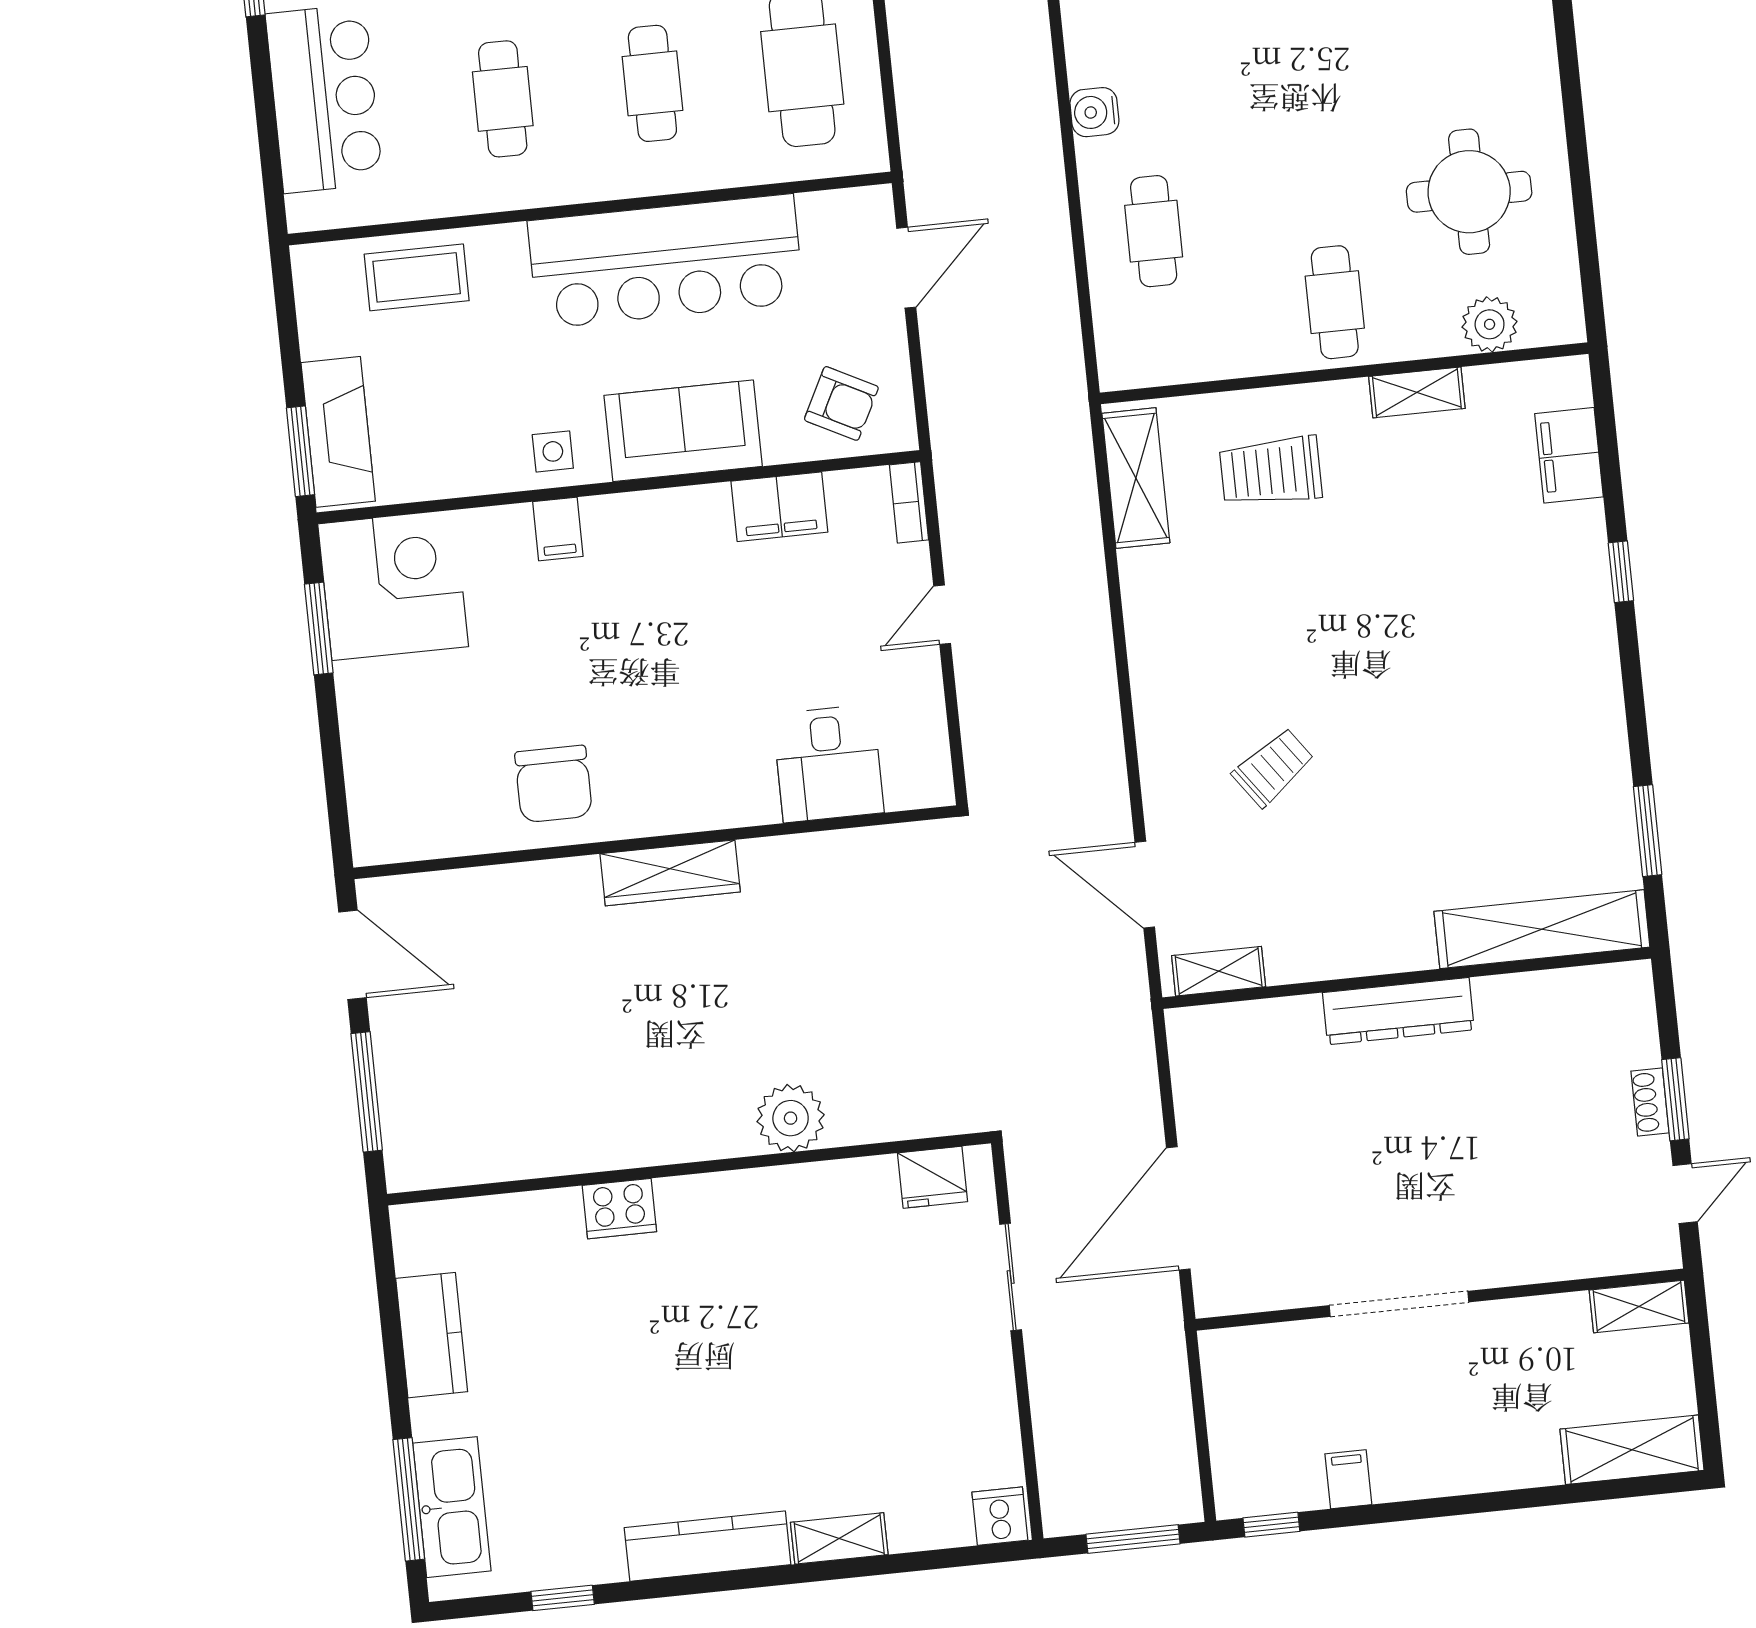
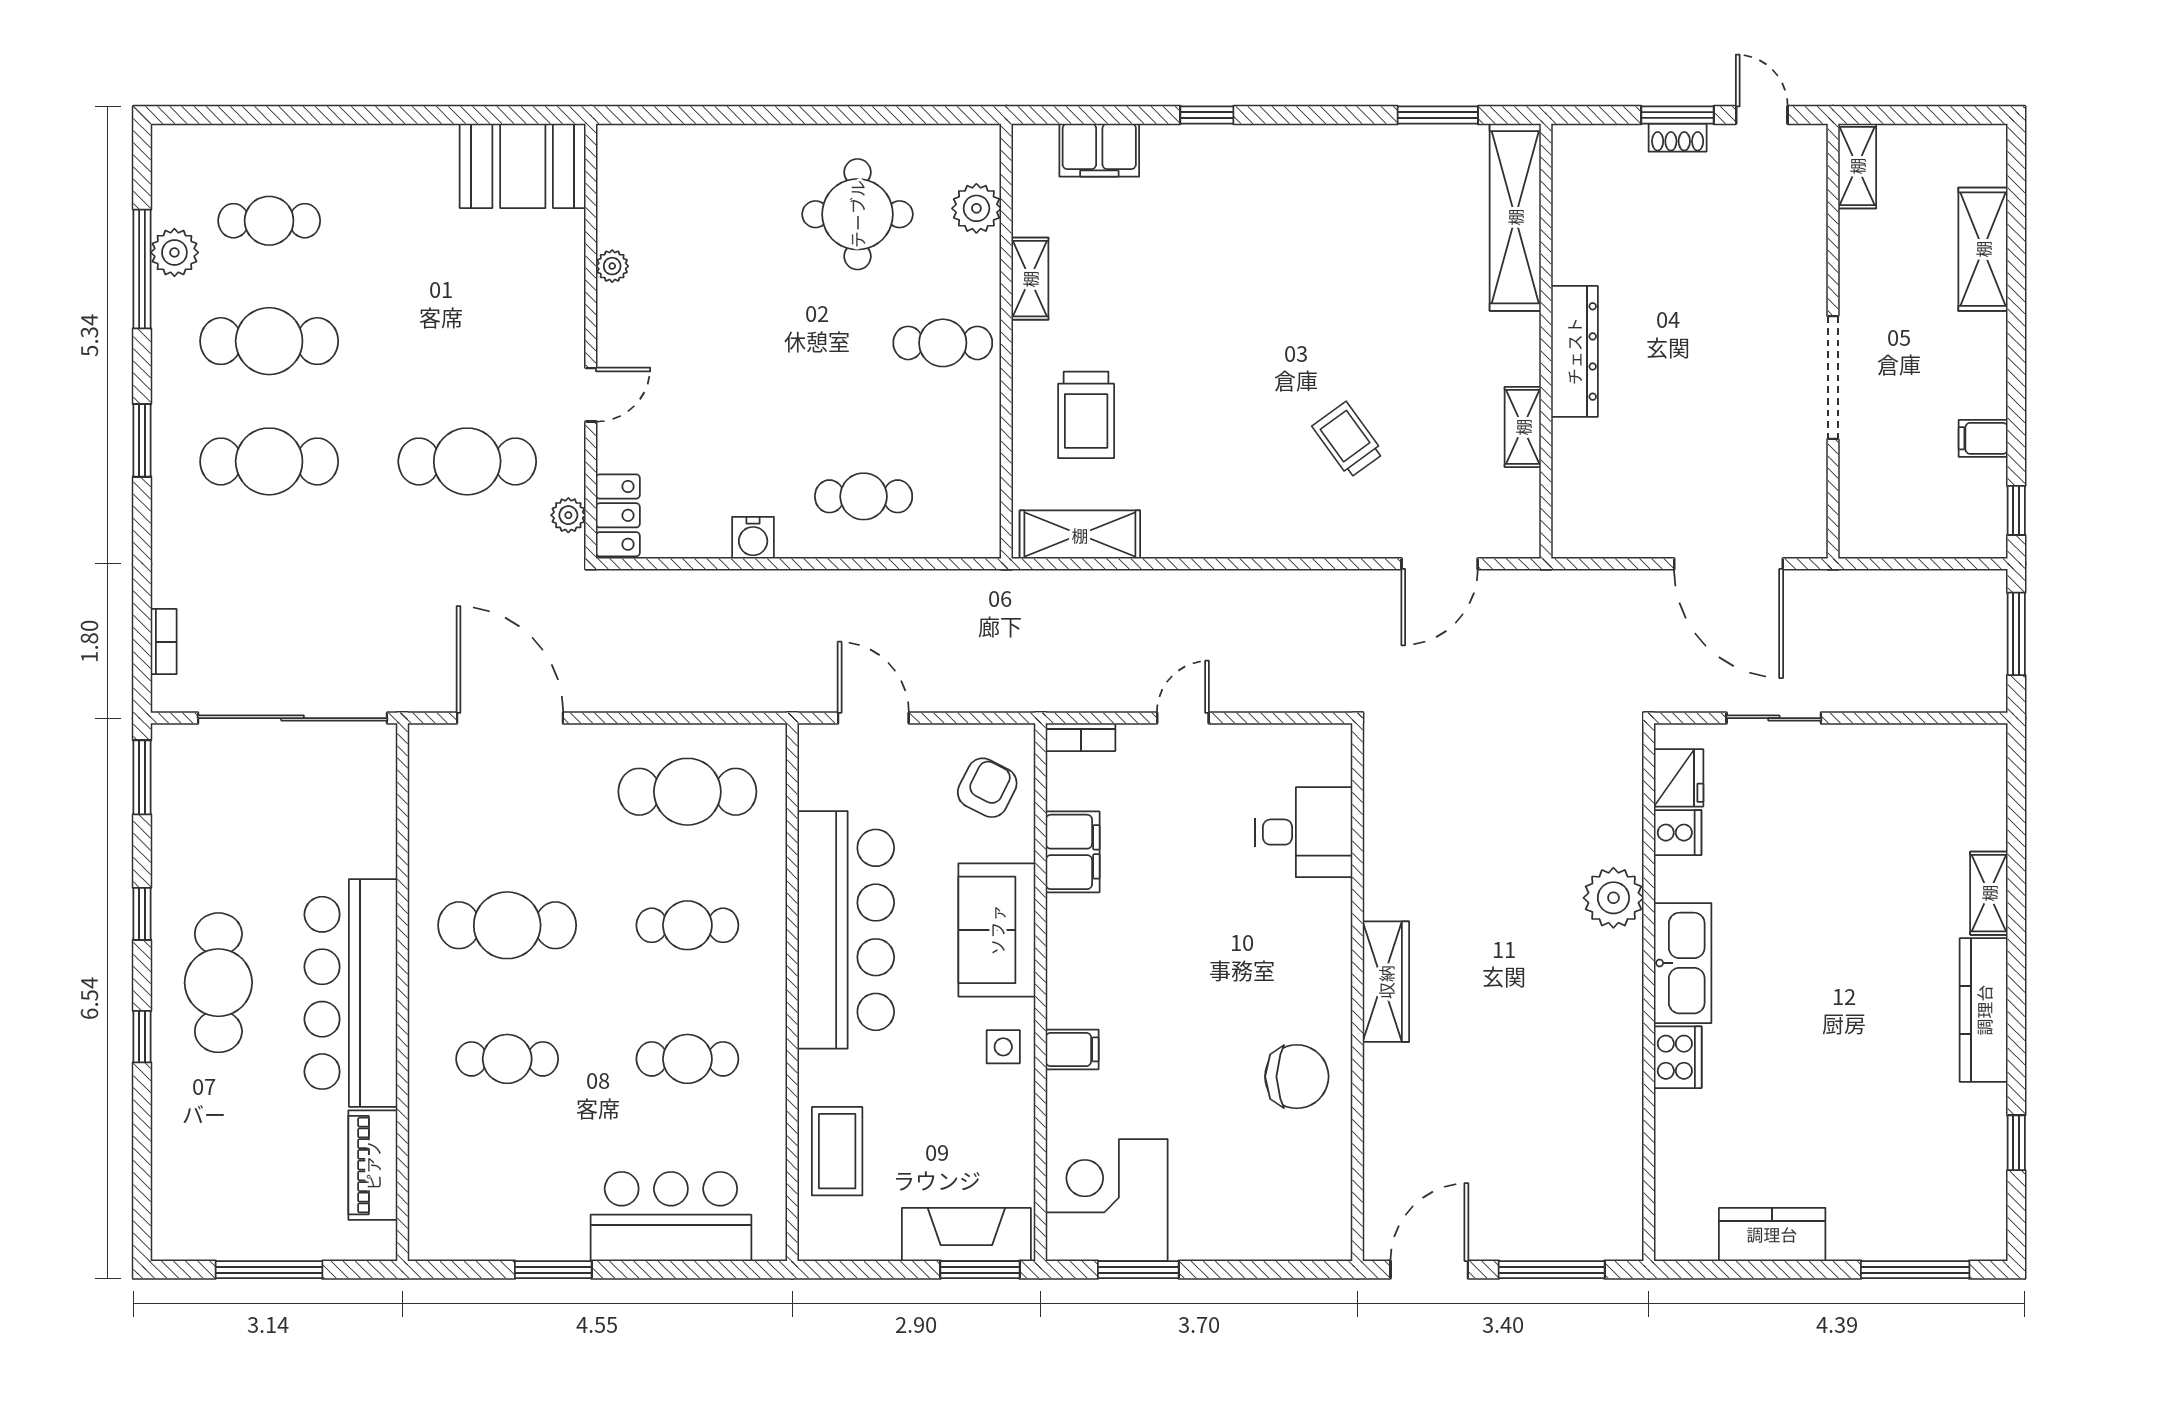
door: (942, 615) -> (1183, 718), swing flipped
shelving: (1219, 971) -> (1523, 427), moved
shelving: (1632, 1450) -> (1983, 249), moved
kitchen sink: (452, 1507) -> (1683, 963), moved, turned 90
cooker: (1000, 1516) -> (1678, 833), moved, turned 180

